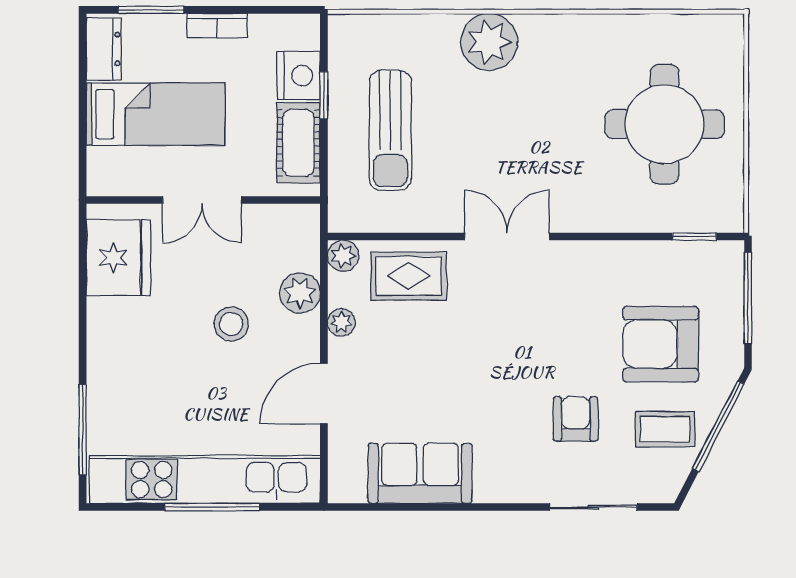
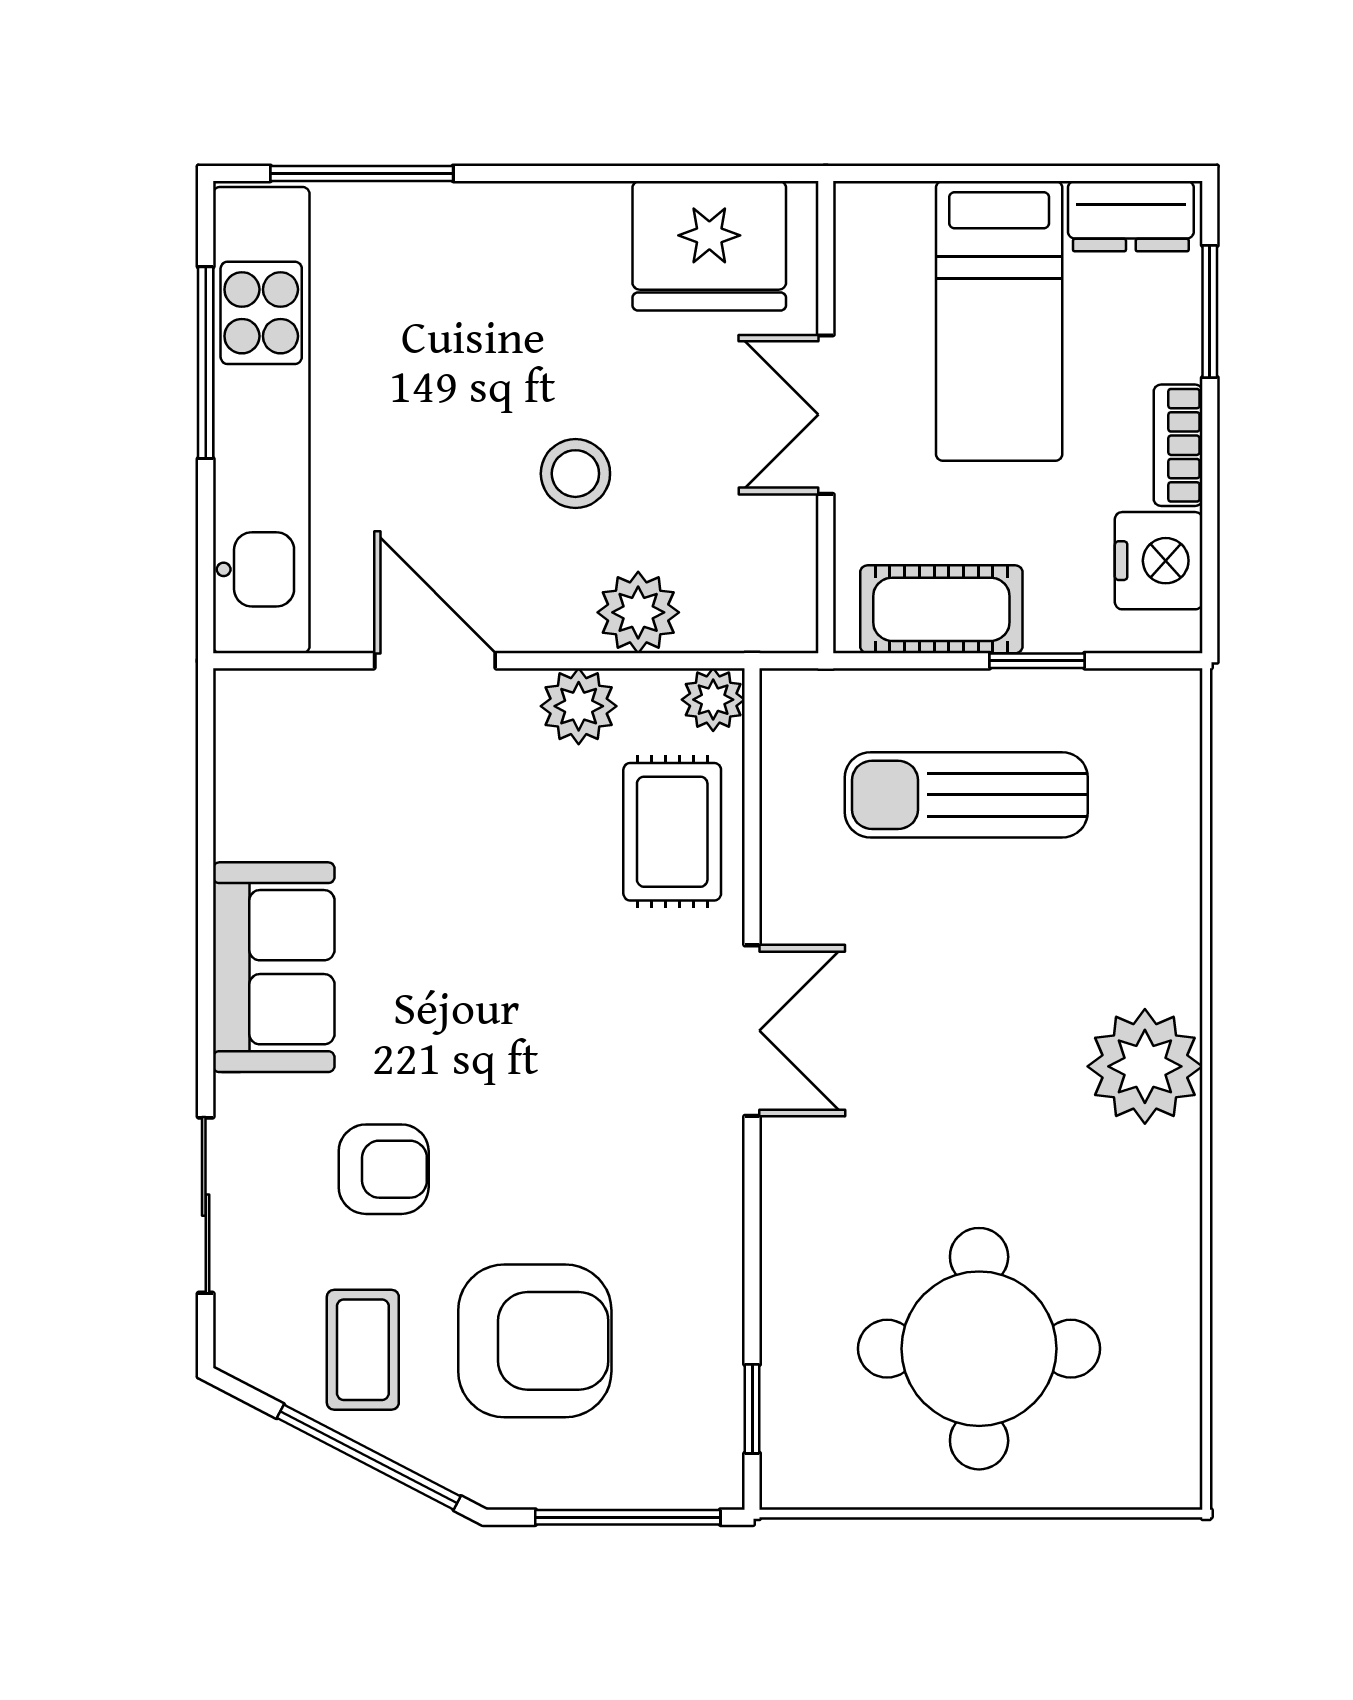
plant: (489, 42) -> (1145, 1066), moved
nightstand: (299, 76) -> (1159, 561), moved, turned -90
plant: (341, 322) -> (579, 706), width x1.38, depth x1.38
armchair: (661, 344) -> (535, 1341), turned 90
sofa: (420, 473) -> (274, 967), moved
window: (212, 507) -> (206, 363), moved

